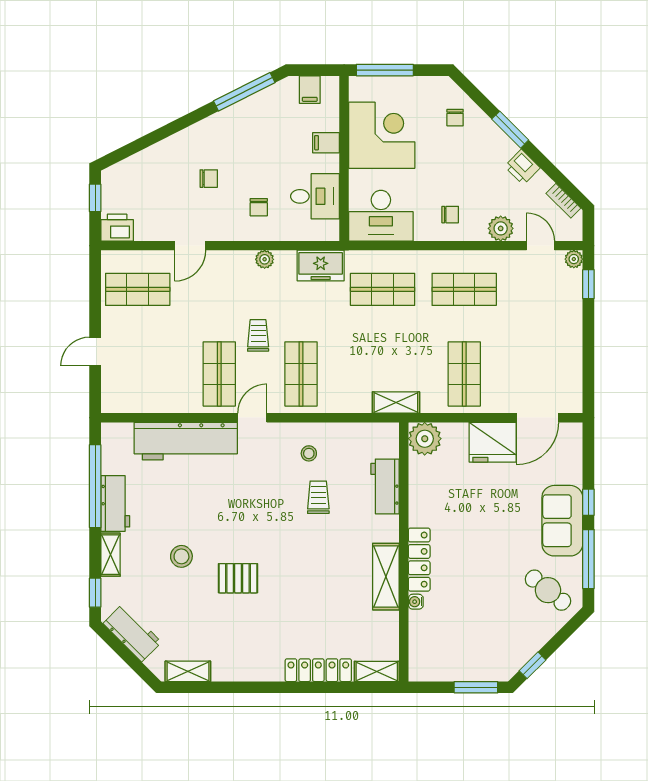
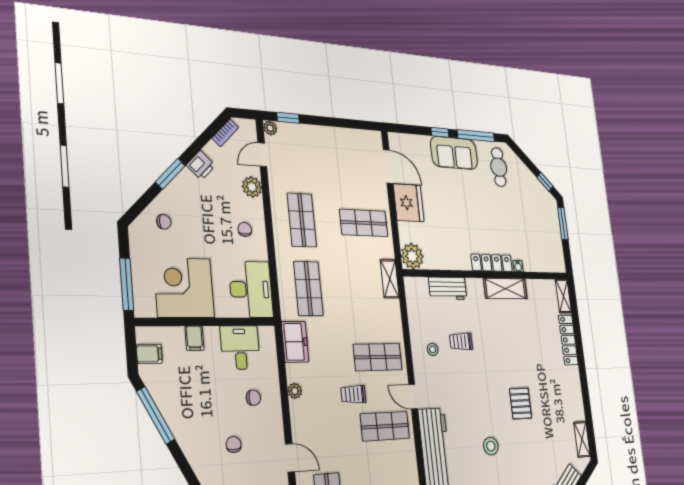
stool: (181, 556) -> (491, 446), moved
cafe table: (548, 590) -> (499, 167), turned -39

